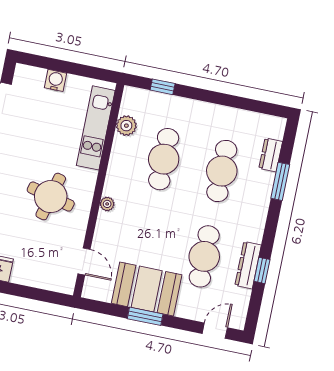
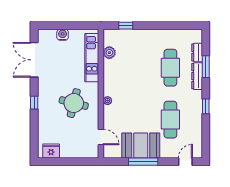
cafe table: (164, 159) -> (135, 68), removed
dresser: (248, 265) -> (197, 76), moved
window: (262, 270) -> (206, 106), moved
window: (145, 316) -> (143, 162), width x1.44

